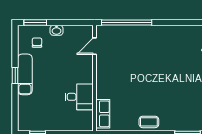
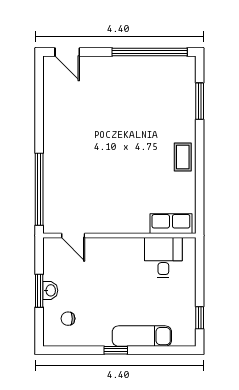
window: (35, 23) -> (39, 291), moved
exam couch: (25, 74) -> (142, 336), moved
desk: (79, 97) -> (163, 258), moved

